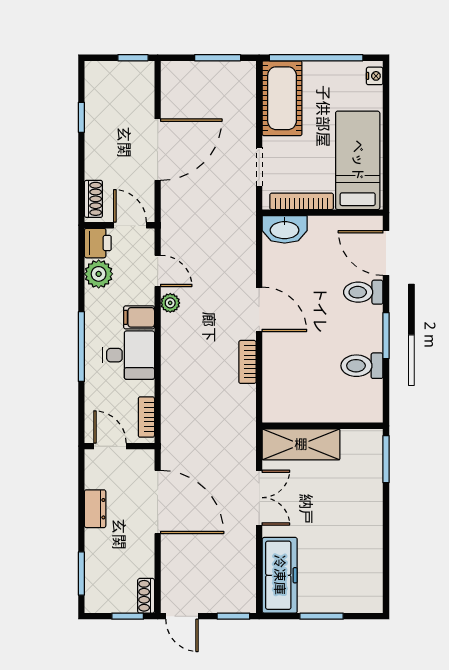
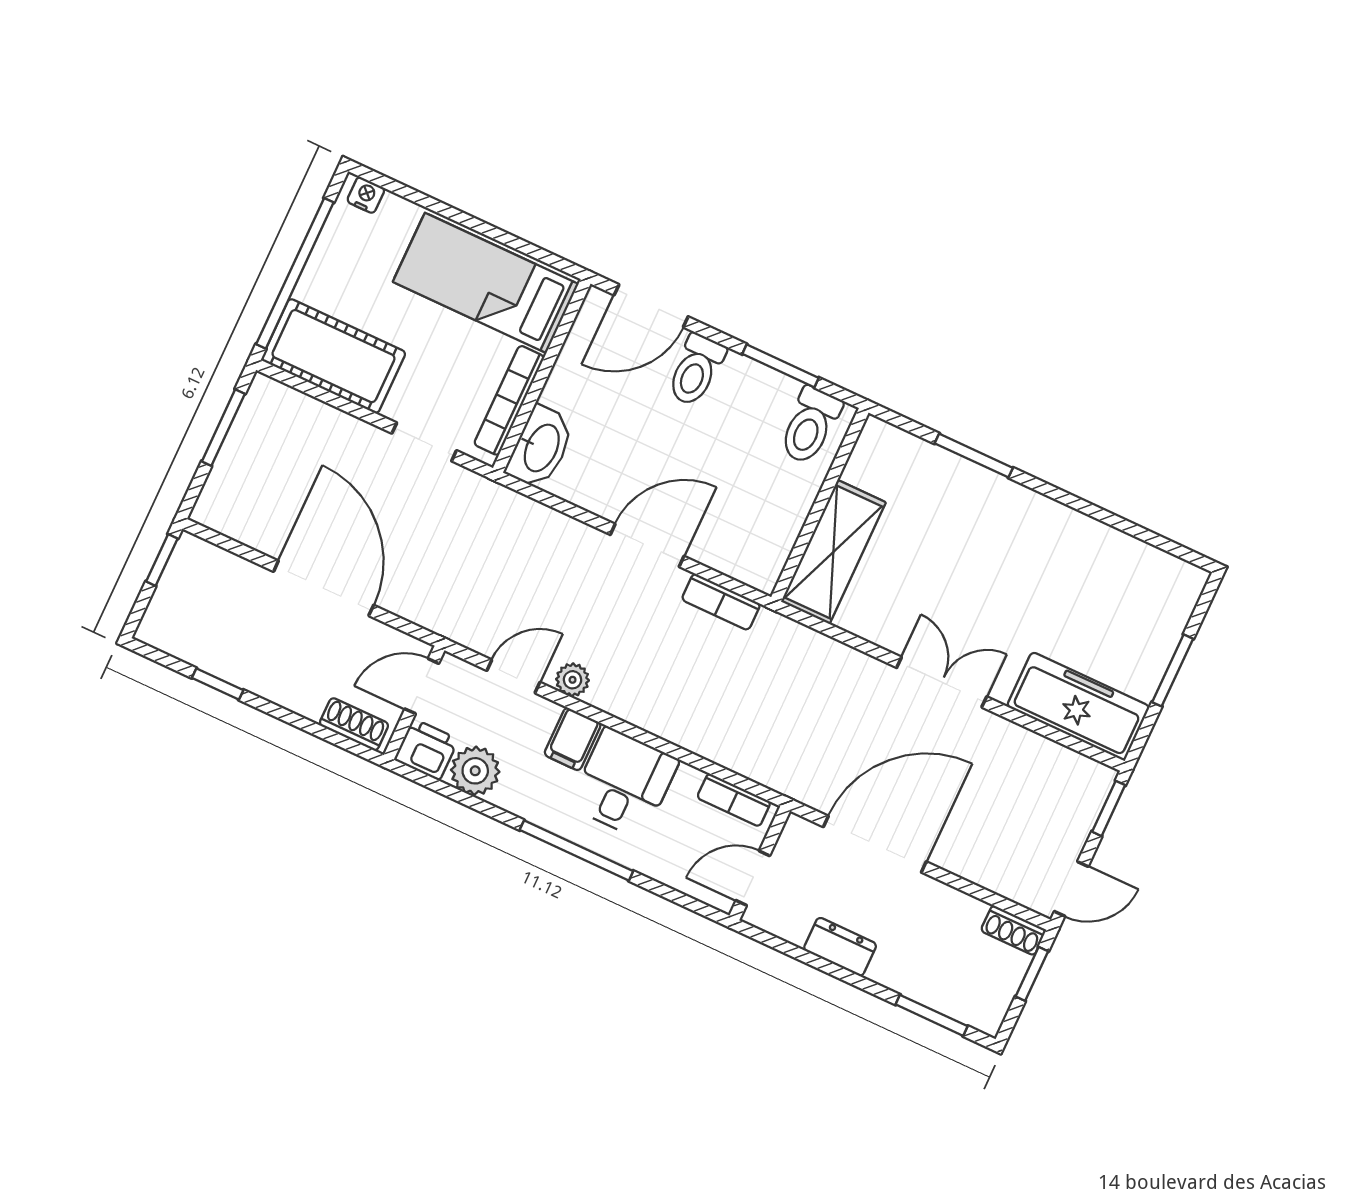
wall: (323, 426) -> (820, 505), moved
shelving: (301, 444) -> (833, 552), moved

